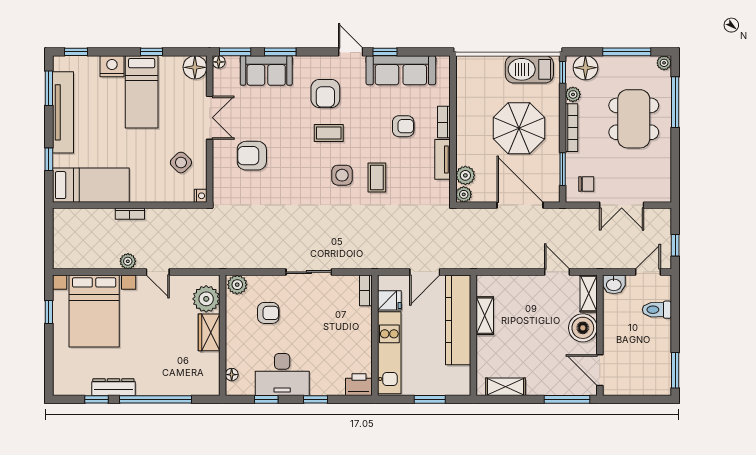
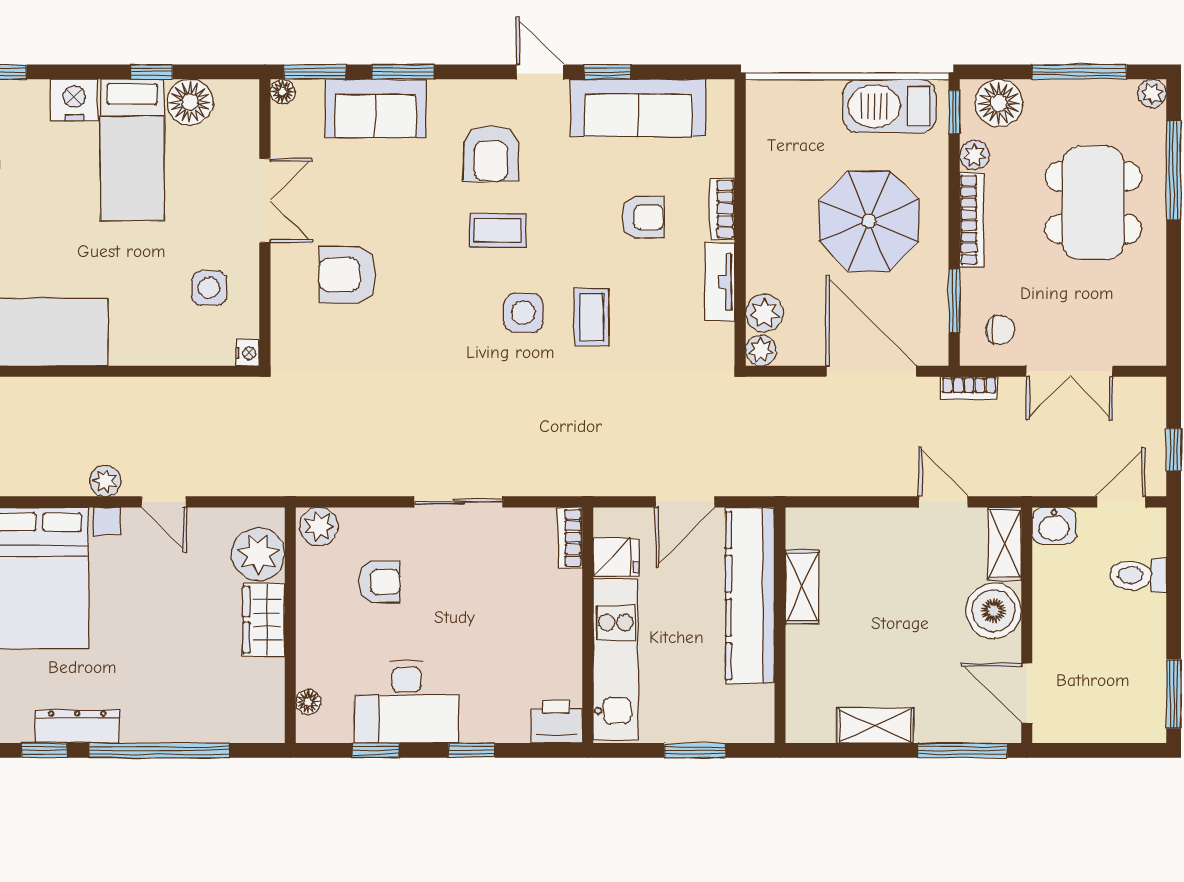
floor lamp: (195, 67) -> (190, 102), moved
side table: (181, 163) -> (209, 288), turned 45
bookcase: (130, 214) -> (969, 388), moved
shelving: (505, 387) -> (875, 726), moved

